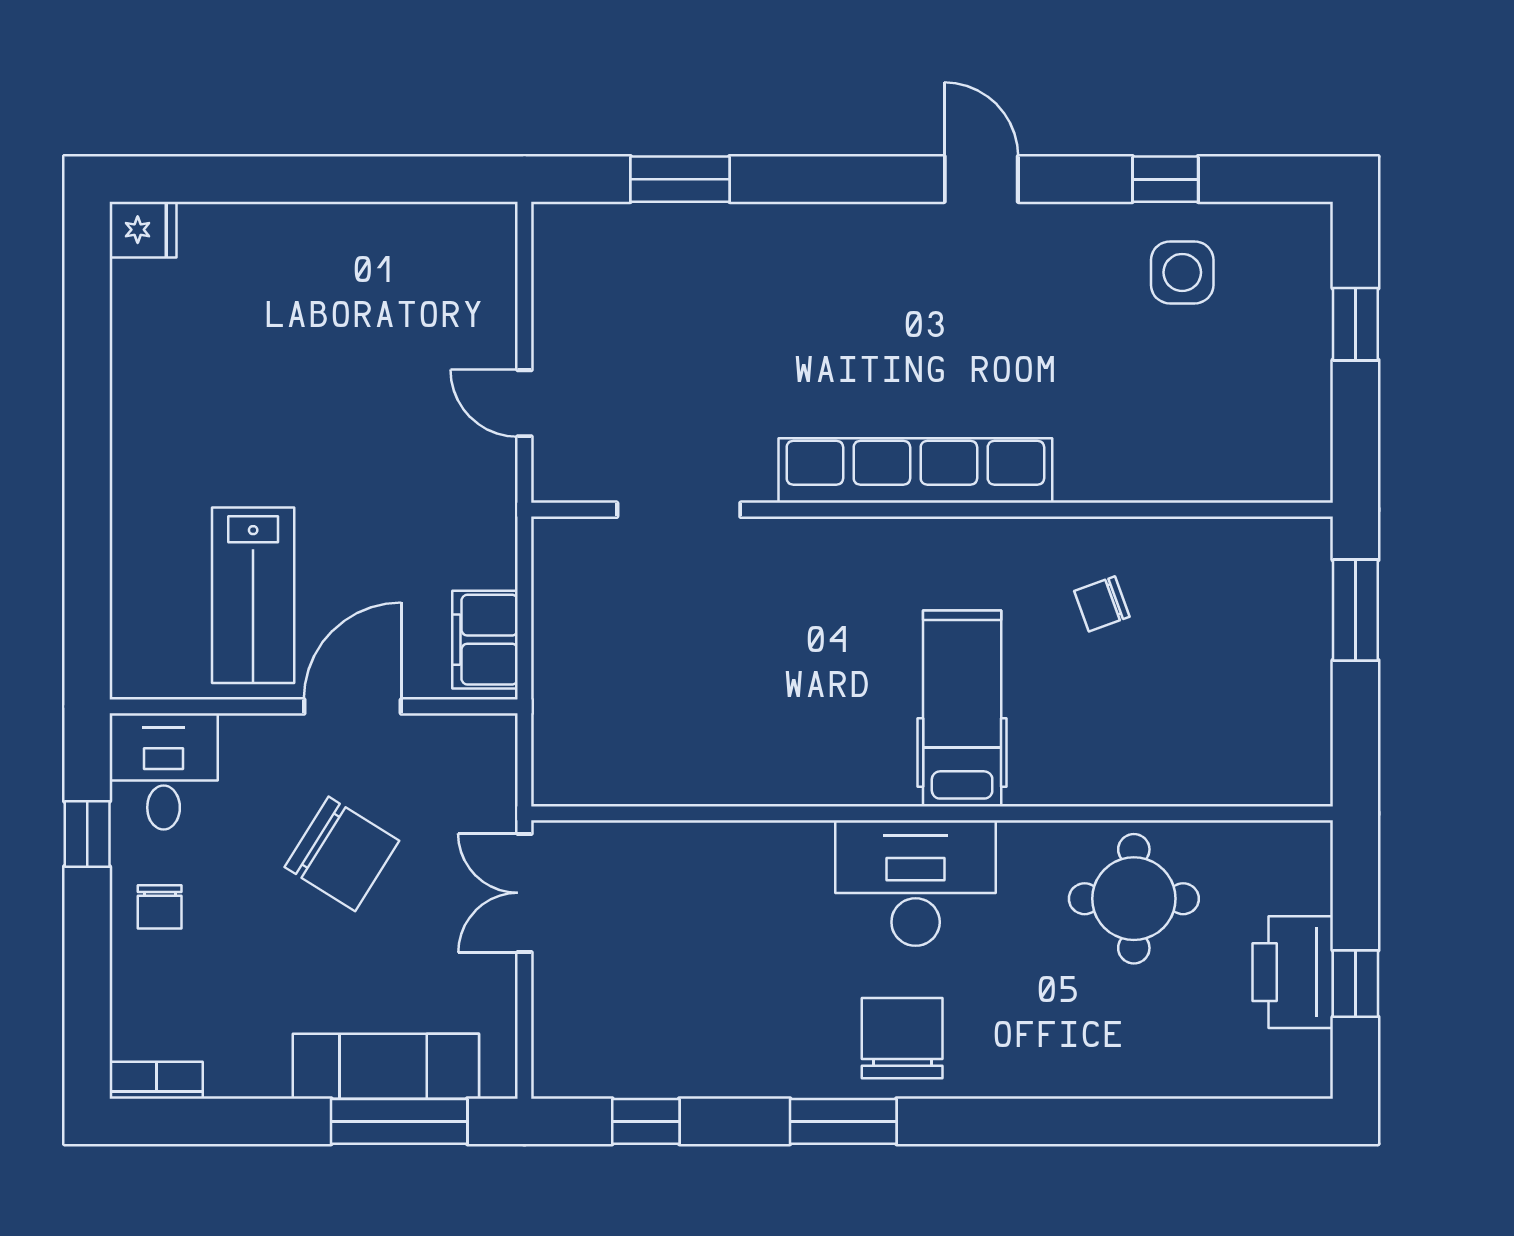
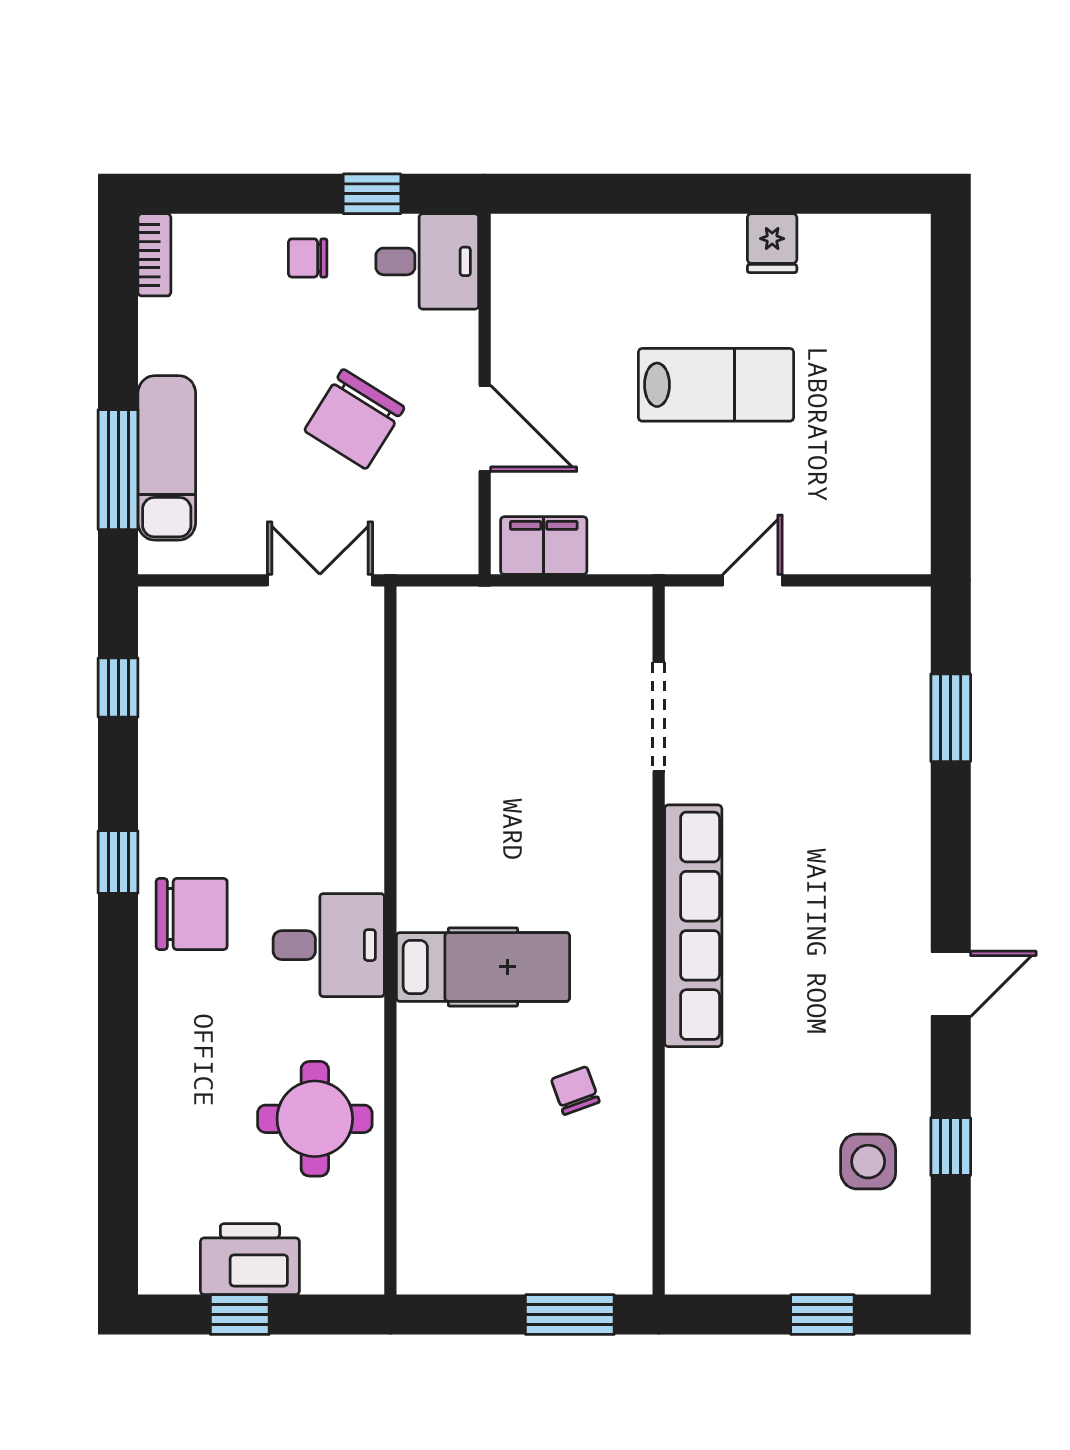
fridge: (143, 230) -> (772, 243), moved
lab bench: (253, 595) -> (716, 385), moved, turned 180
desk: (916, 883) -> (329, 945), width x0.73
window: (843, 1121) -> (118, 862), width x0.67

